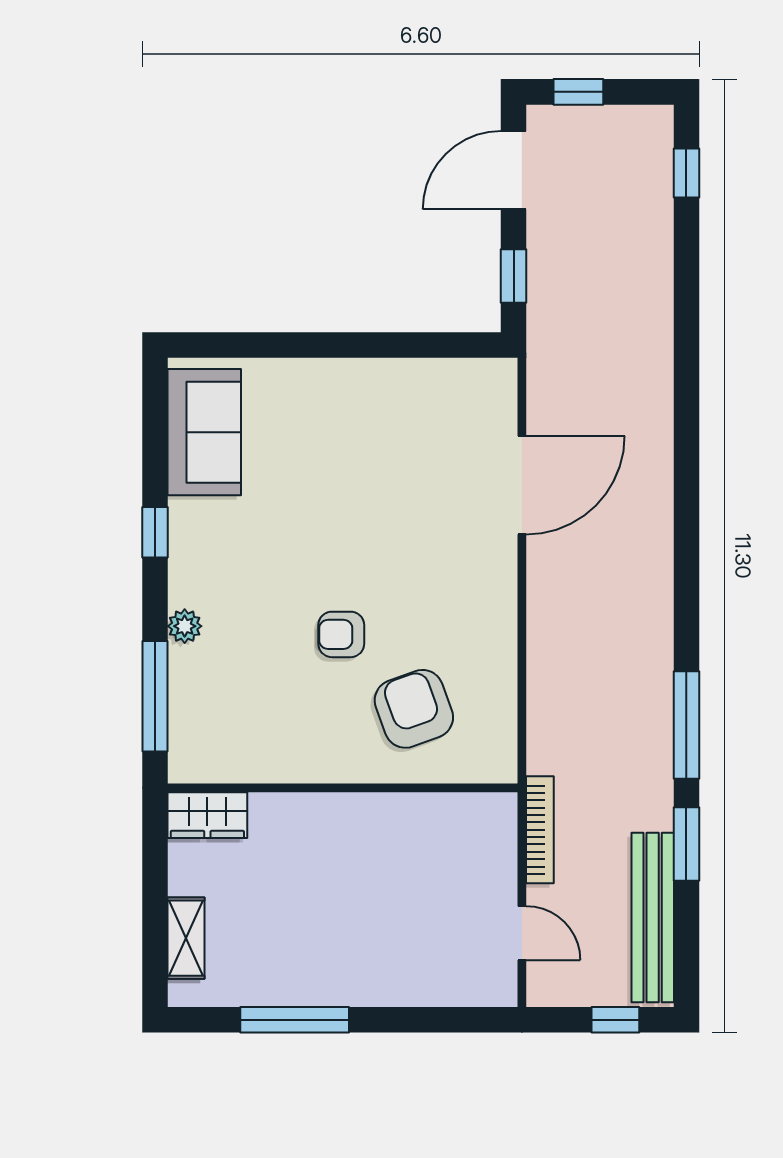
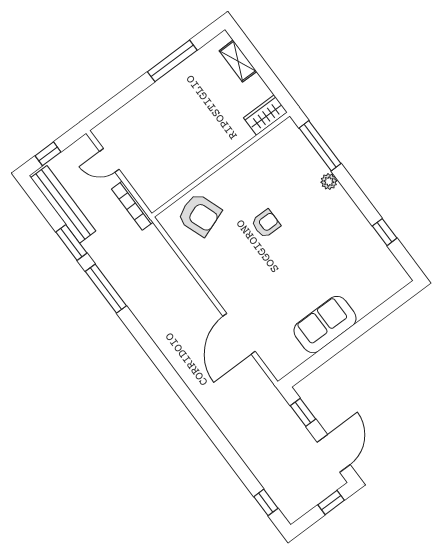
sofa: (204, 432) -> (325, 325), moved, turned 90
window: (155, 532) -> (385, 232), moved
armchair: (414, 709) -> (199, 215), moved

